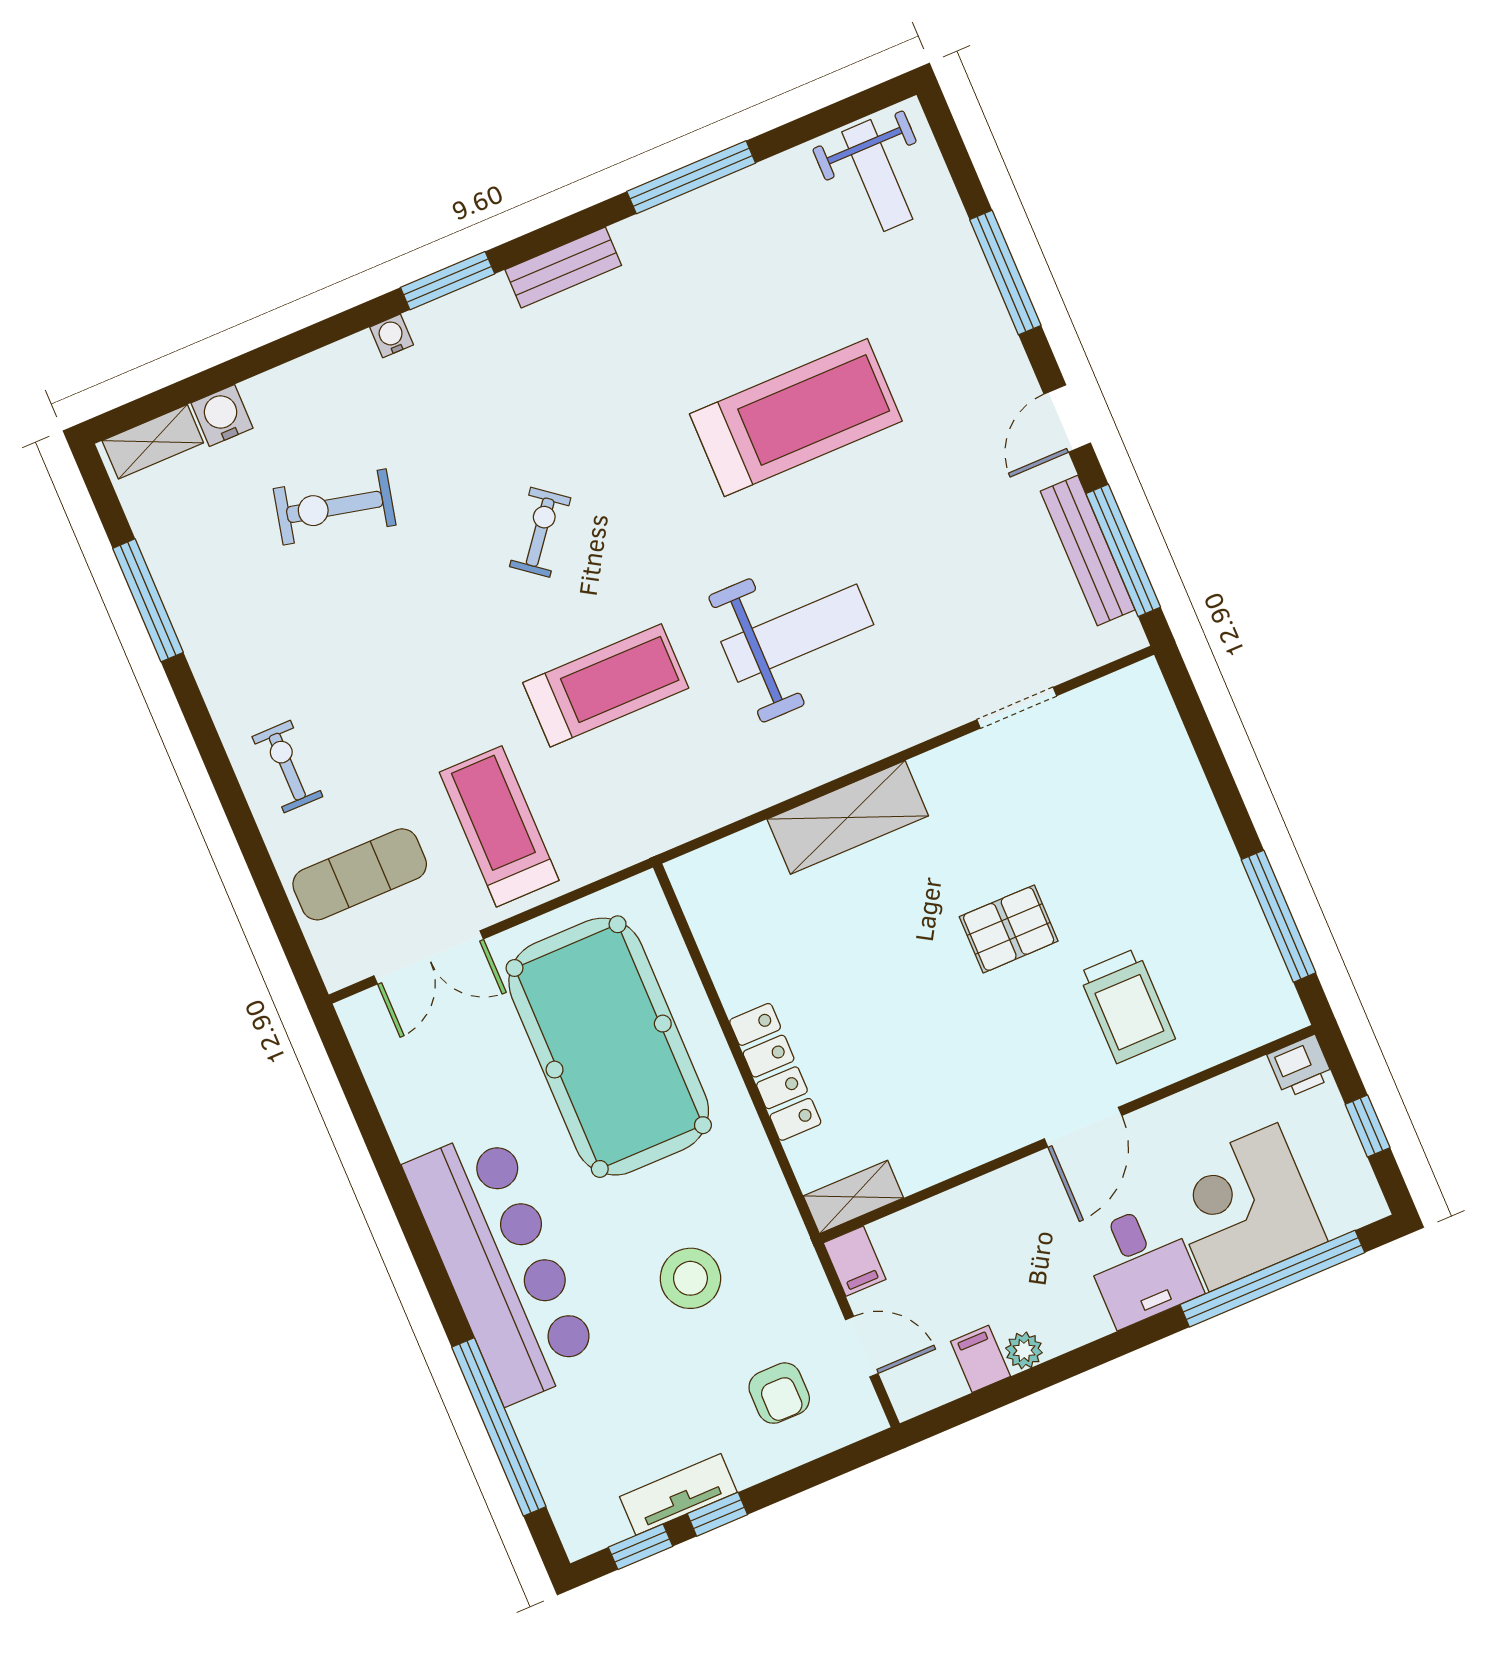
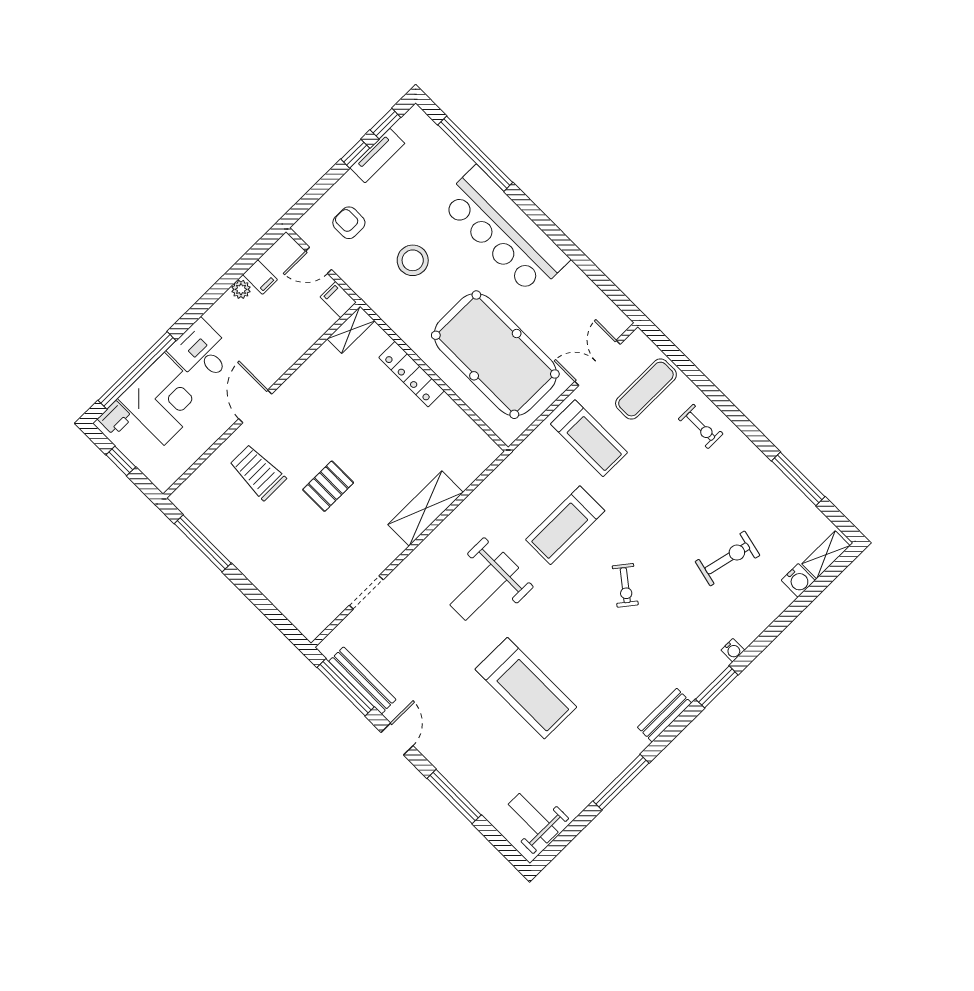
treadmill: (796, 417) -> (526, 688), turned -90
printer: (1300, 1066) -> (115, 418), moved, turned 180

